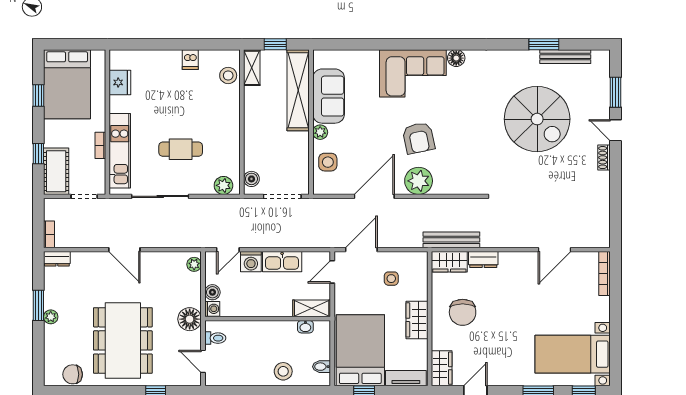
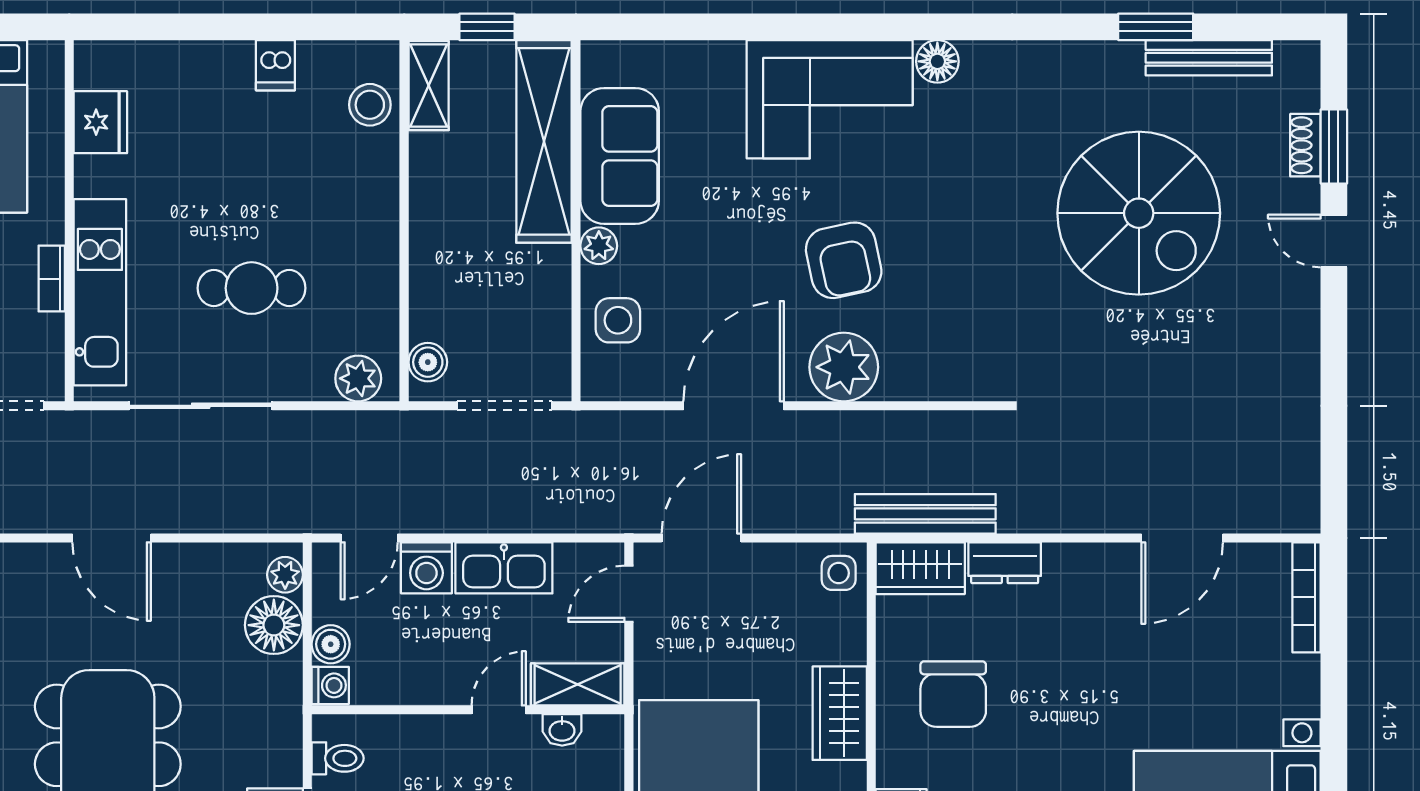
shoe rack: (604, 158) -> (1305, 145), moved
side table: (391, 279) -> (839, 573), moved
floor lamp: (190, 319) -> (274, 625), moved
door: (280, 319) -> (499, 710), added

